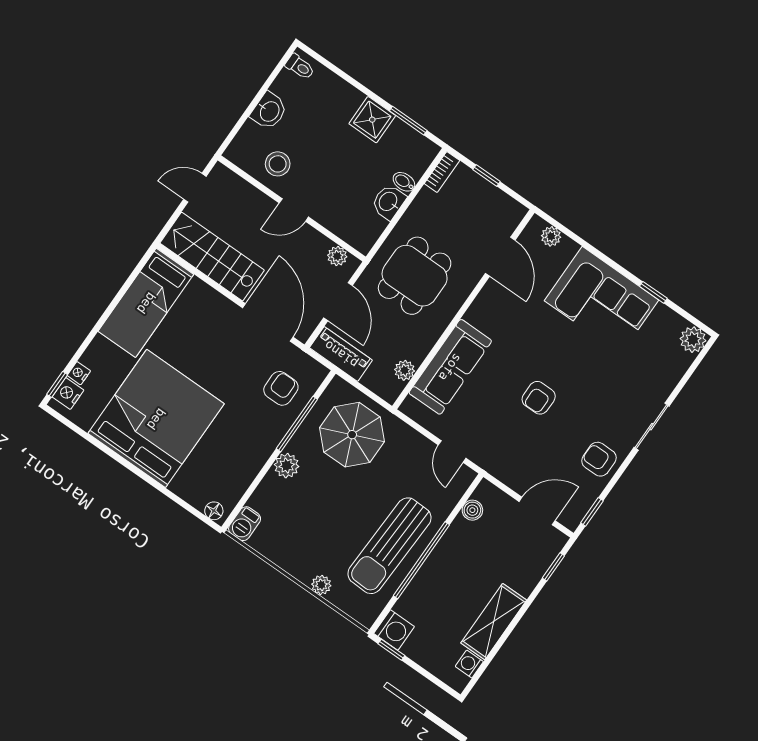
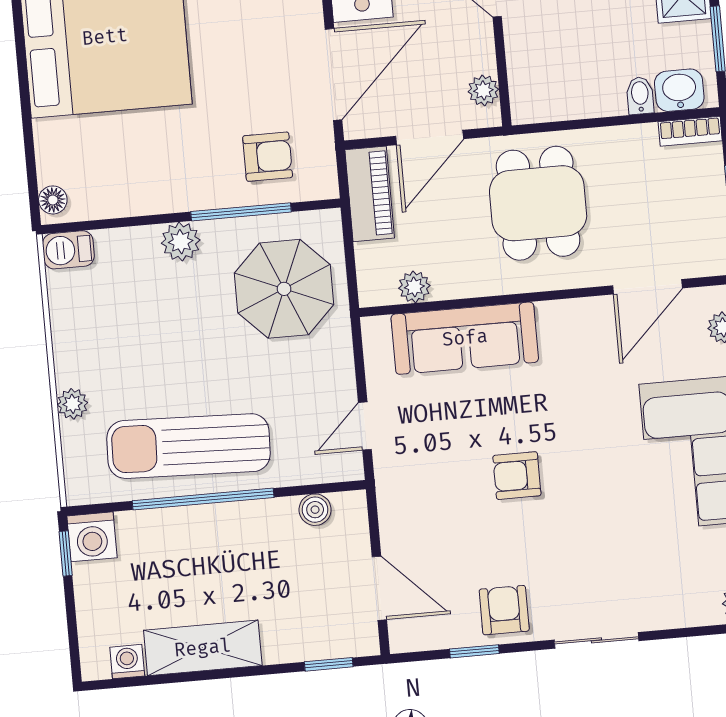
washbasin: (389, 202) -> (679, 90), moved
dining table: (415, 276) -> (538, 203), turned 90
window: (592, 512) -> (474, 651), moved

